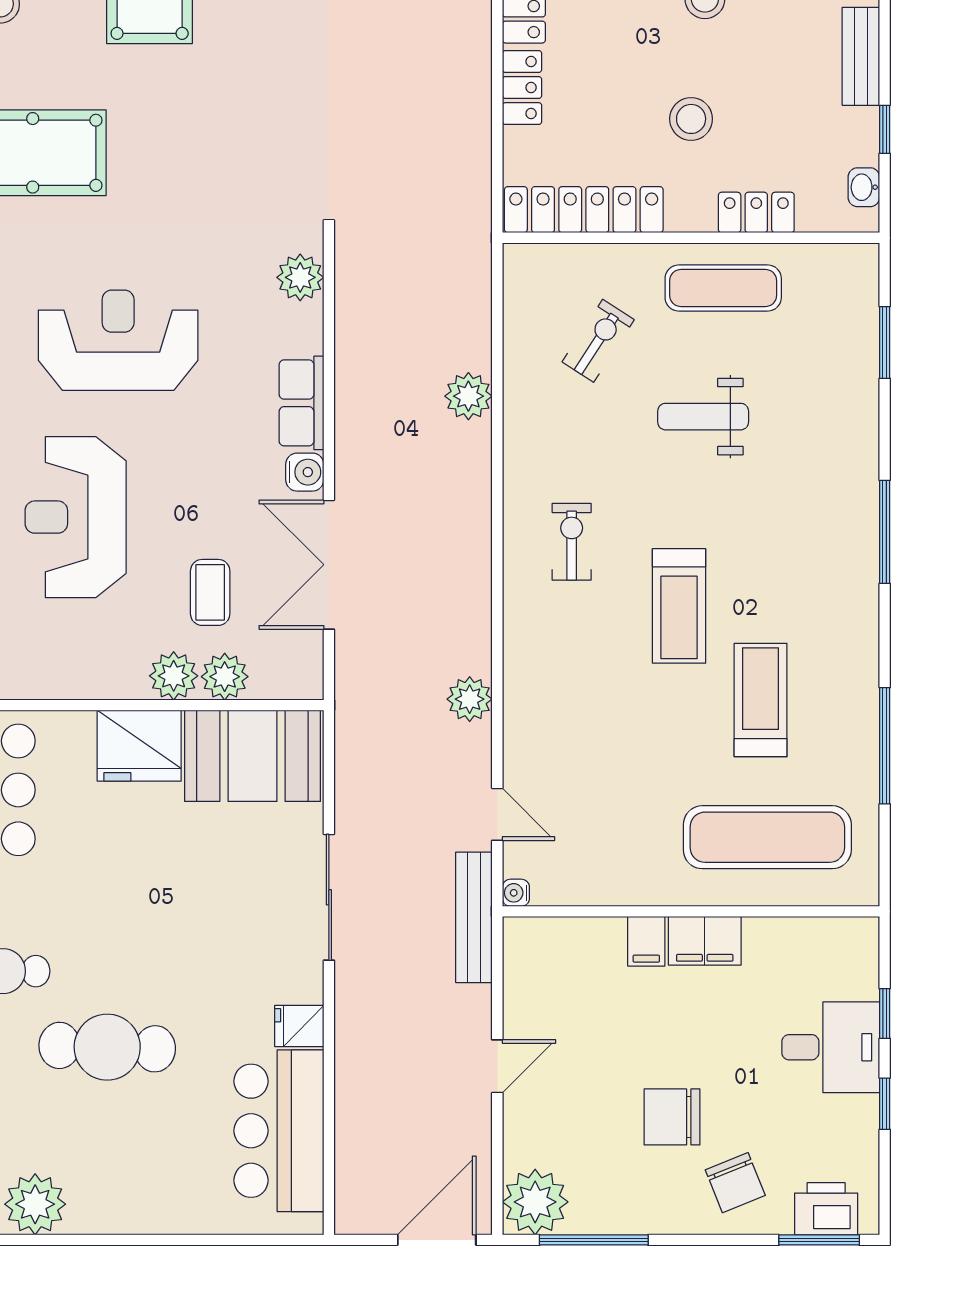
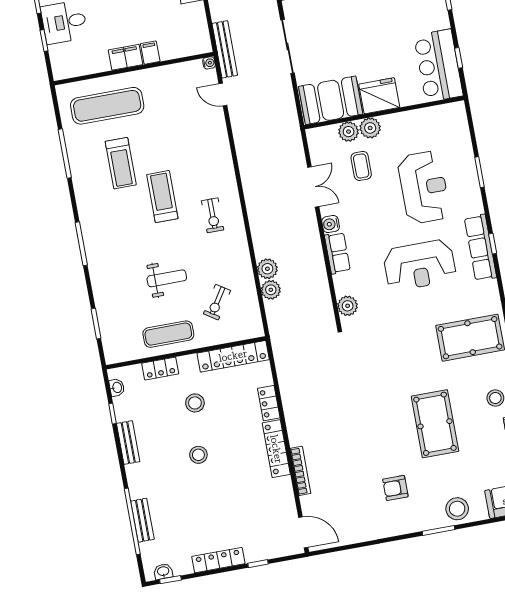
double door: (329, 565) -> (313, 187), width x0.73
plant: (470, 699) -> (271, 290), moved

